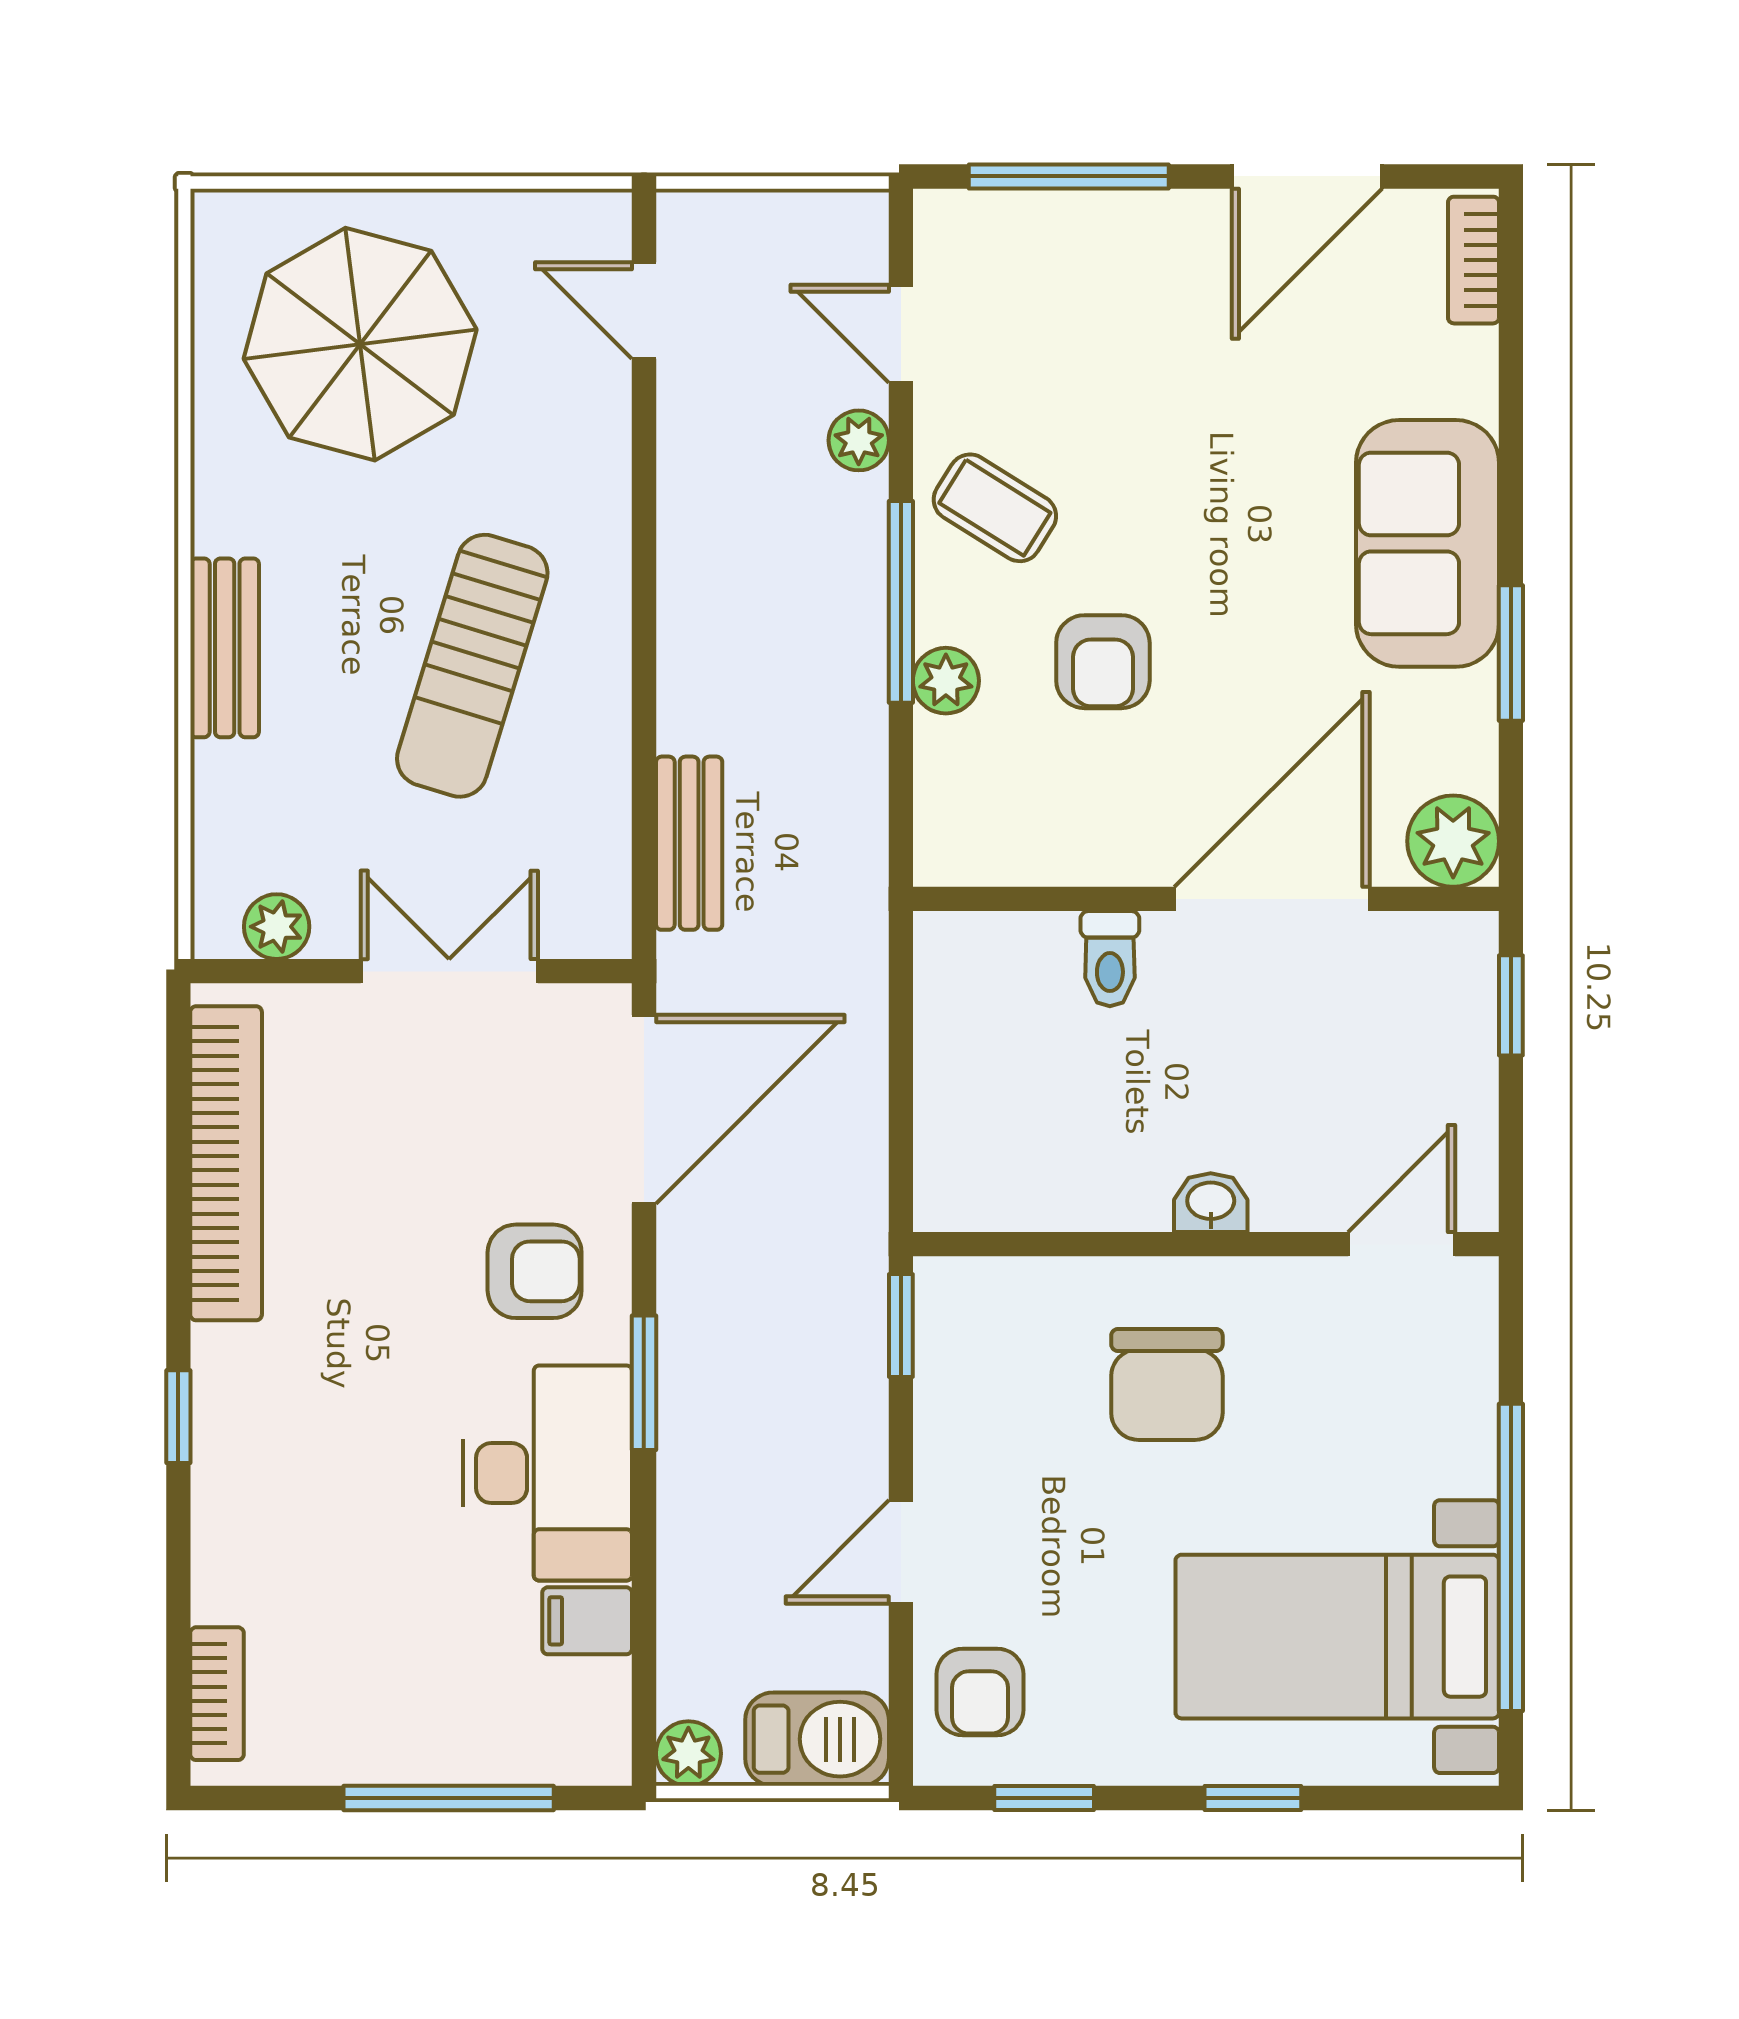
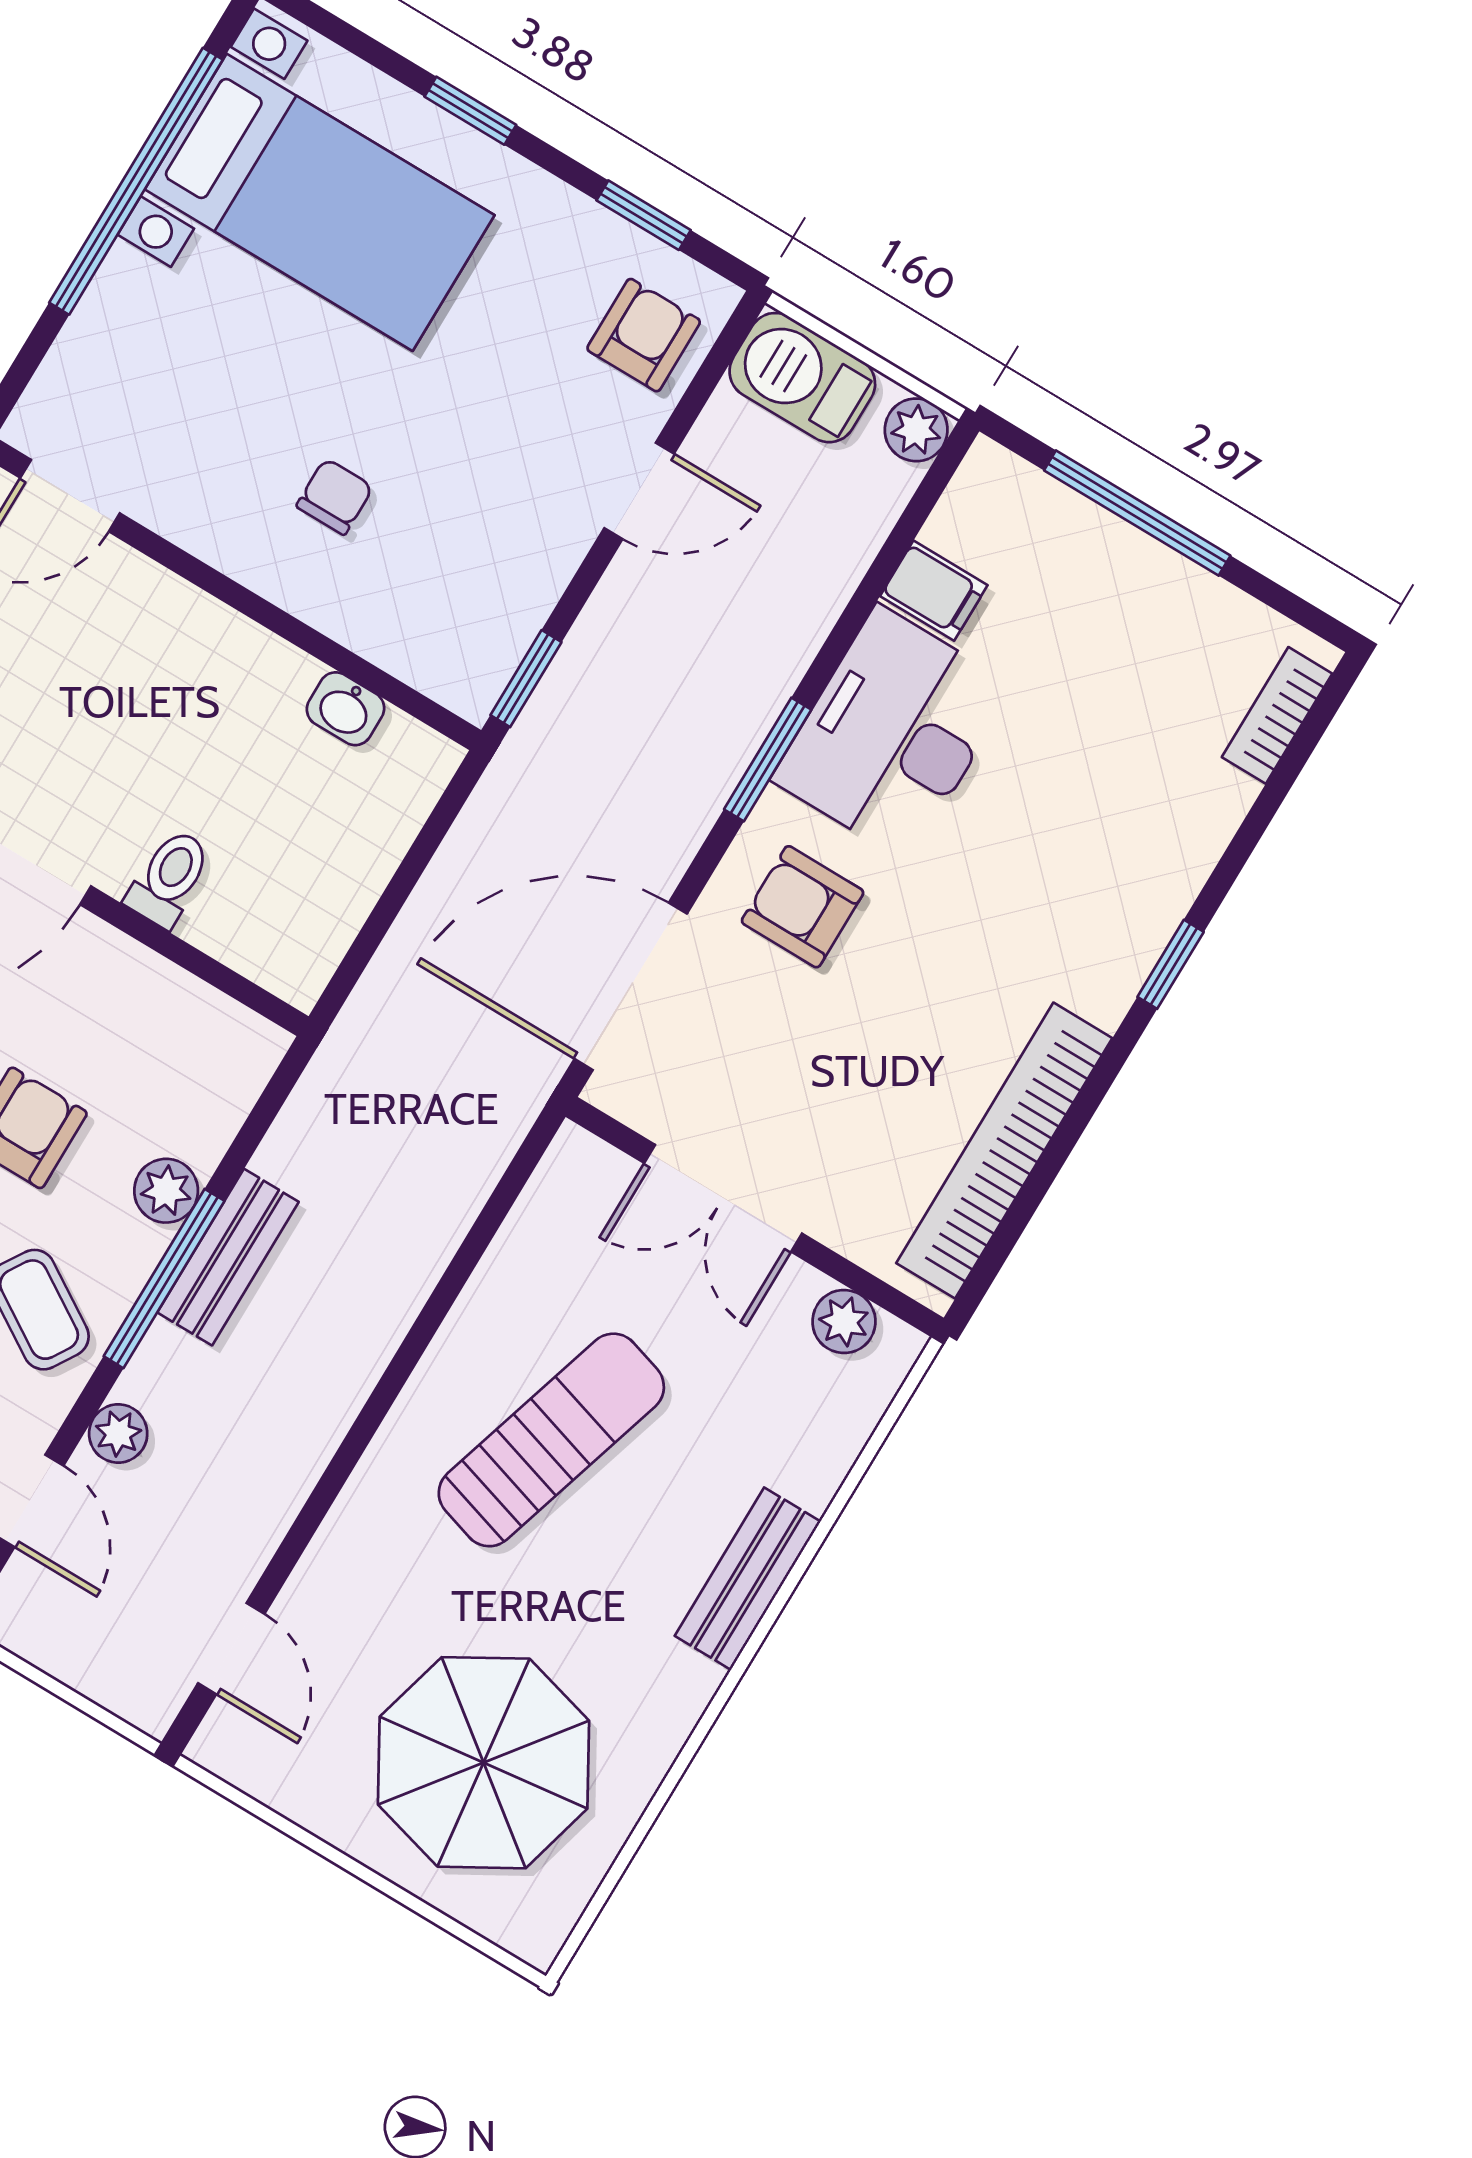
bench: (689, 843) -> (228, 1257), moved
washbasin: (1211, 1203) -> (345, 709), moved
chair: (1167, 1384) -> (335, 497), width x0.54, depth x0.54

